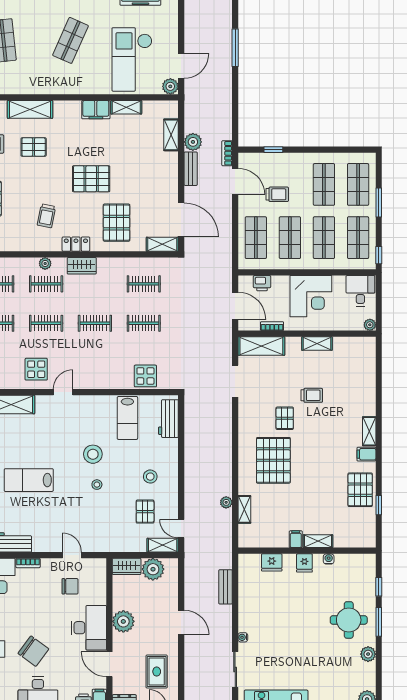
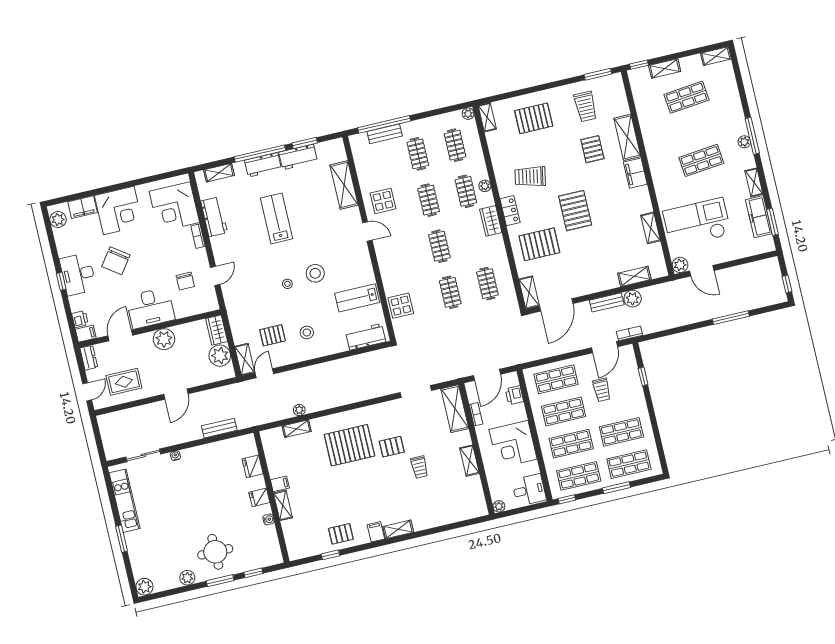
shop shelf: (70, 40) -> (701, 160), turned -30
filing cabinet: (96, 110) -> (635, 173), moved
trolley: (46, 216) -> (530, 177), width x1.36, depth x1.39
pallet: (360, 490) -> (341, 534), width x0.67, depth x0.71

